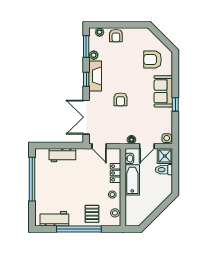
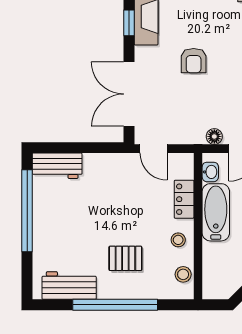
workbench: (62, 155) -> (57, 166), moved
pallet: (92, 214) -> (125, 258), moved, turned 90

